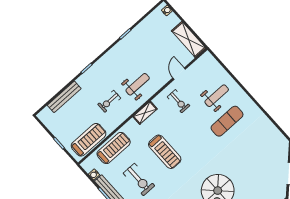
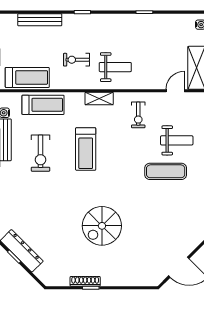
door: (179, 74) -> (175, 91), moved

